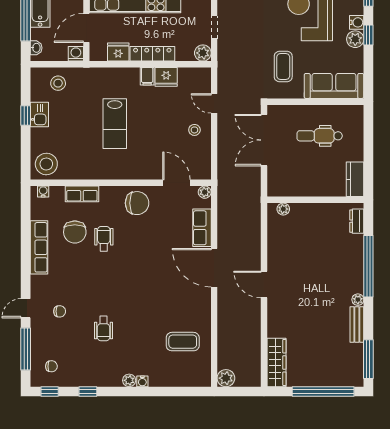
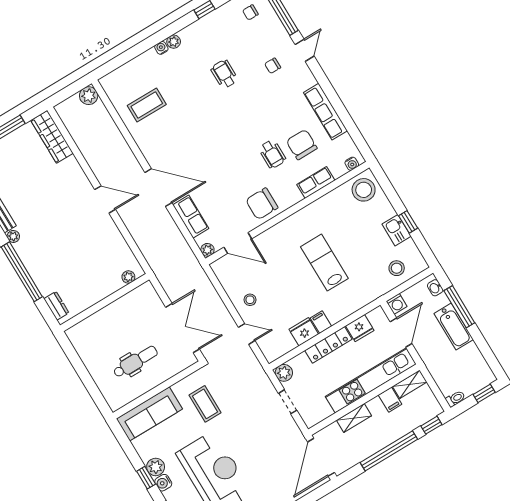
kitchen counter: (355, 179) -> (81, 342), removed

